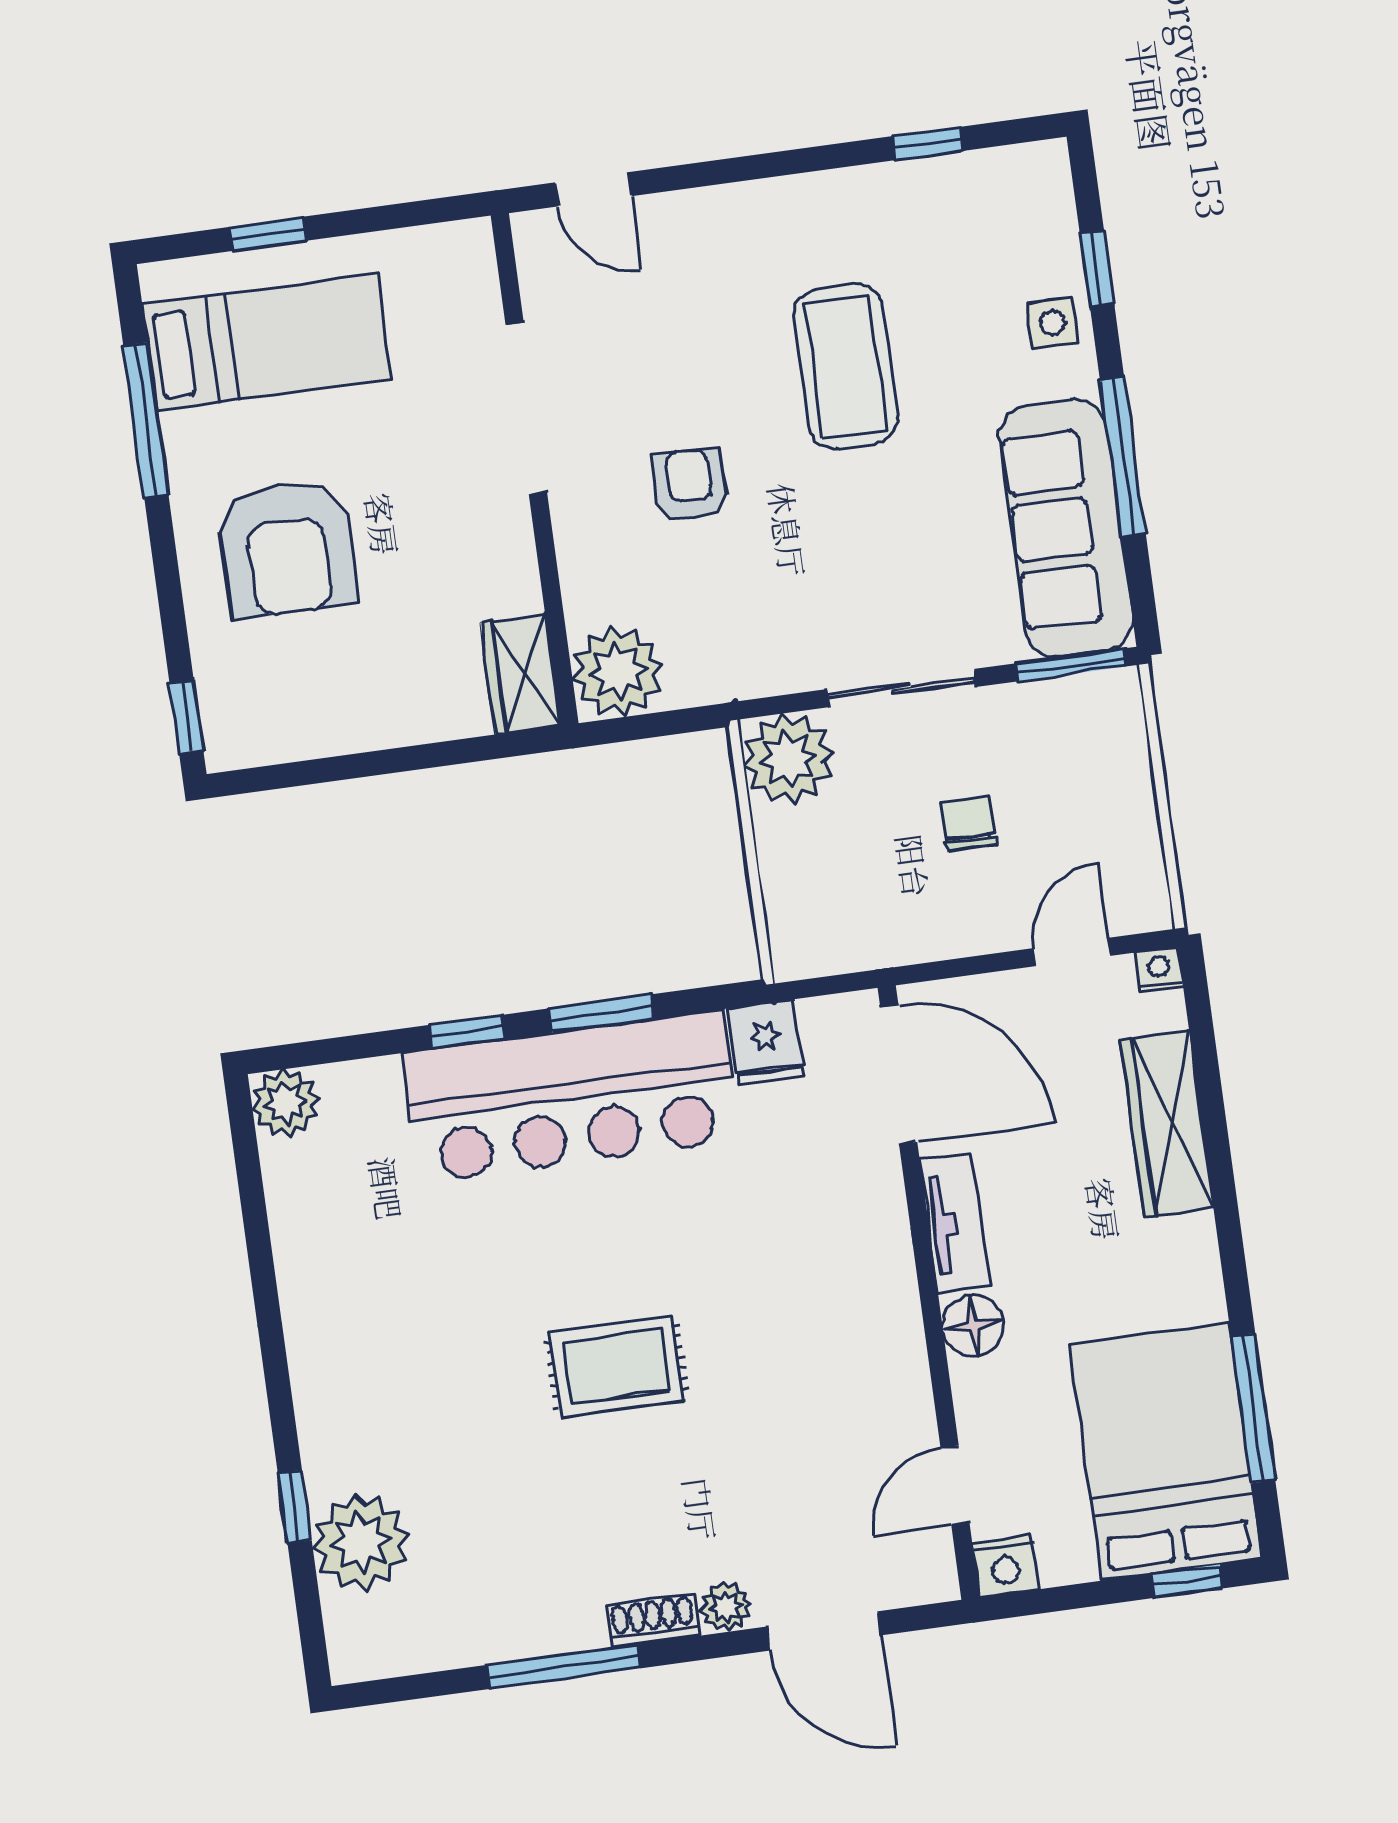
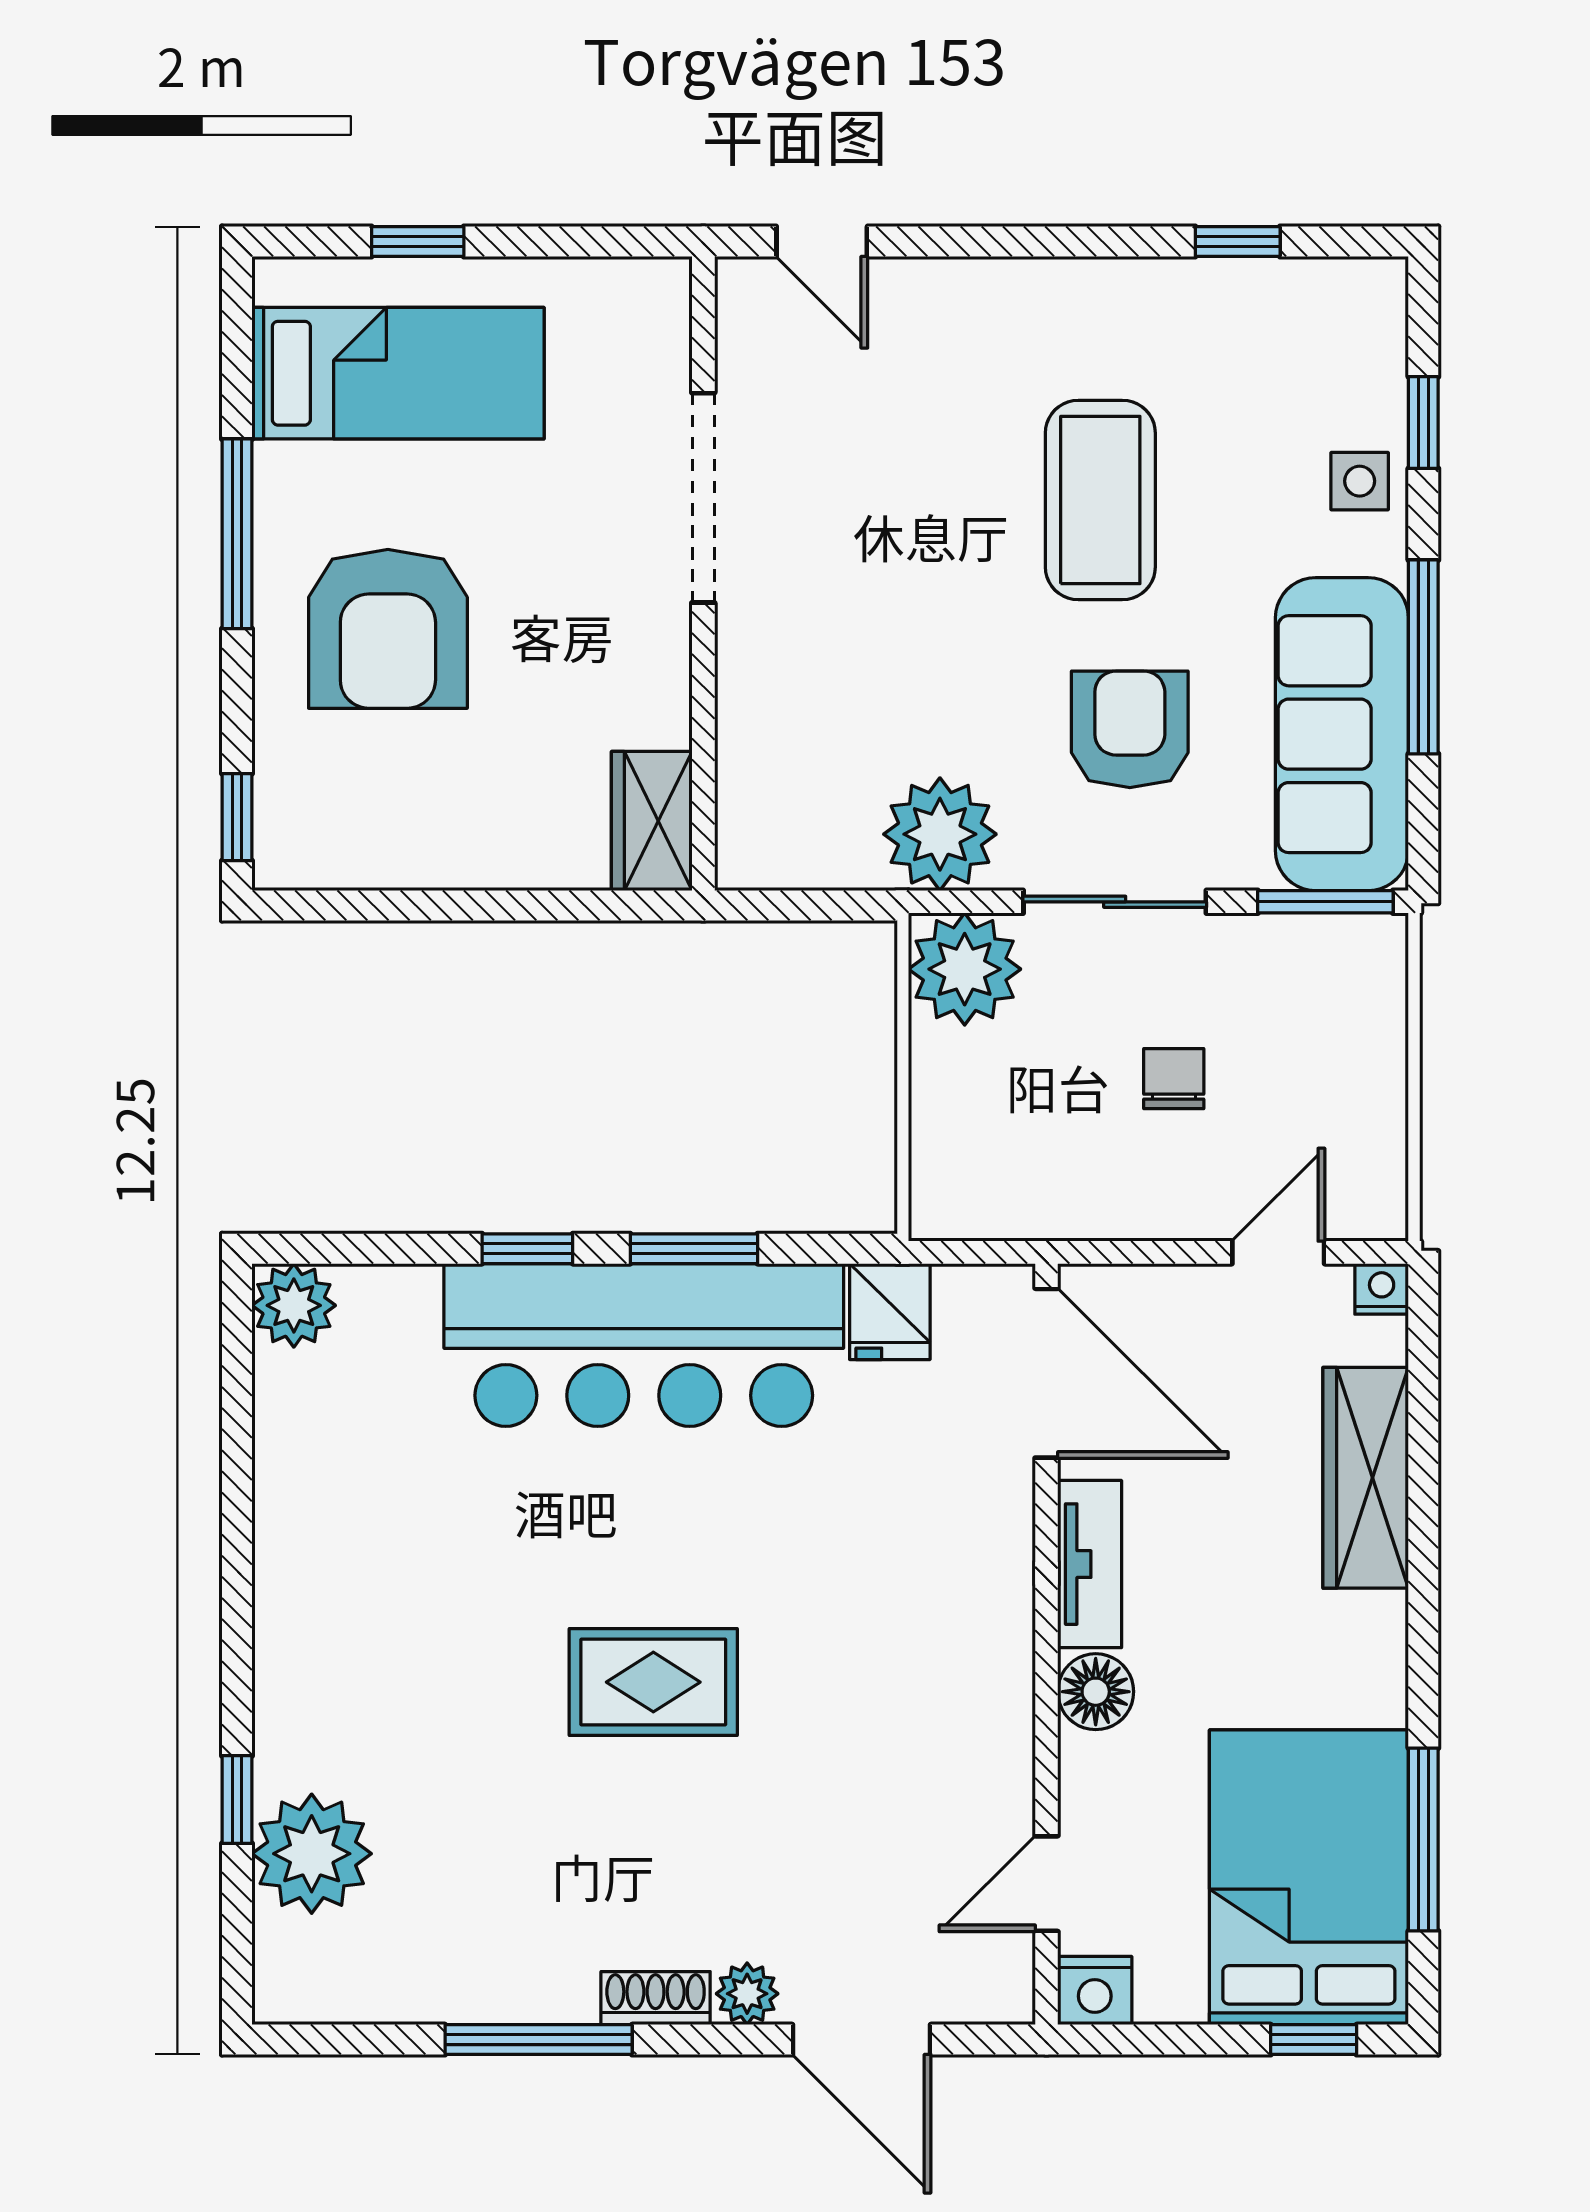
window: (146, 420) -> (237, 534), moved
armchair: (690, 485) -> (1130, 729), moved, width x1.38, depth x1.38
plant: (618, 672) -> (940, 834), moved

